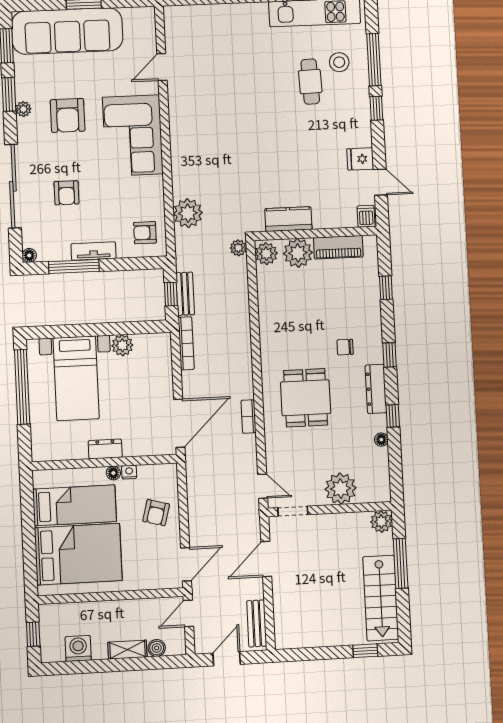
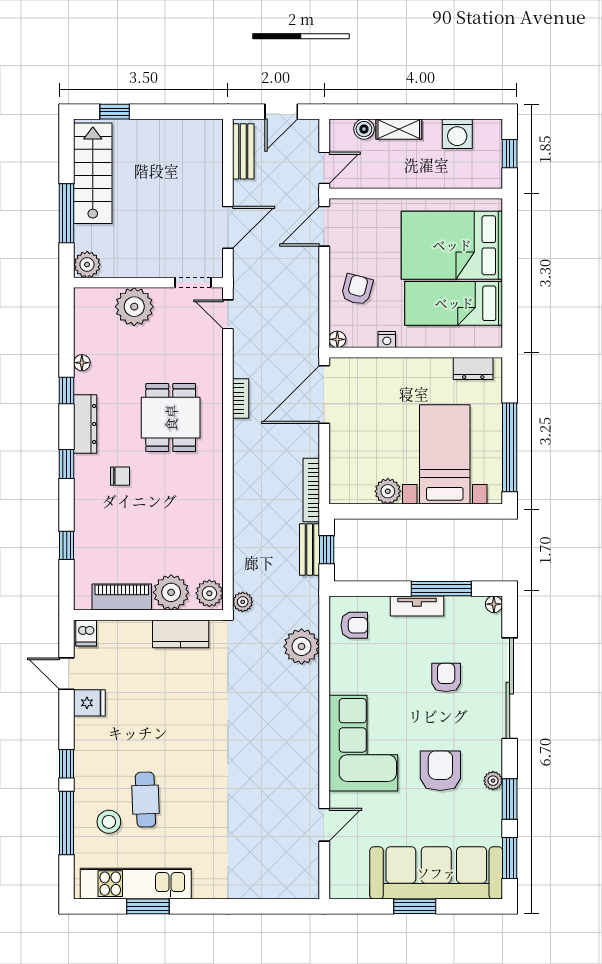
dresser: (105, 449) -> (473, 368), moved
floor lamp: (113, 473) -> (337, 339), moved

